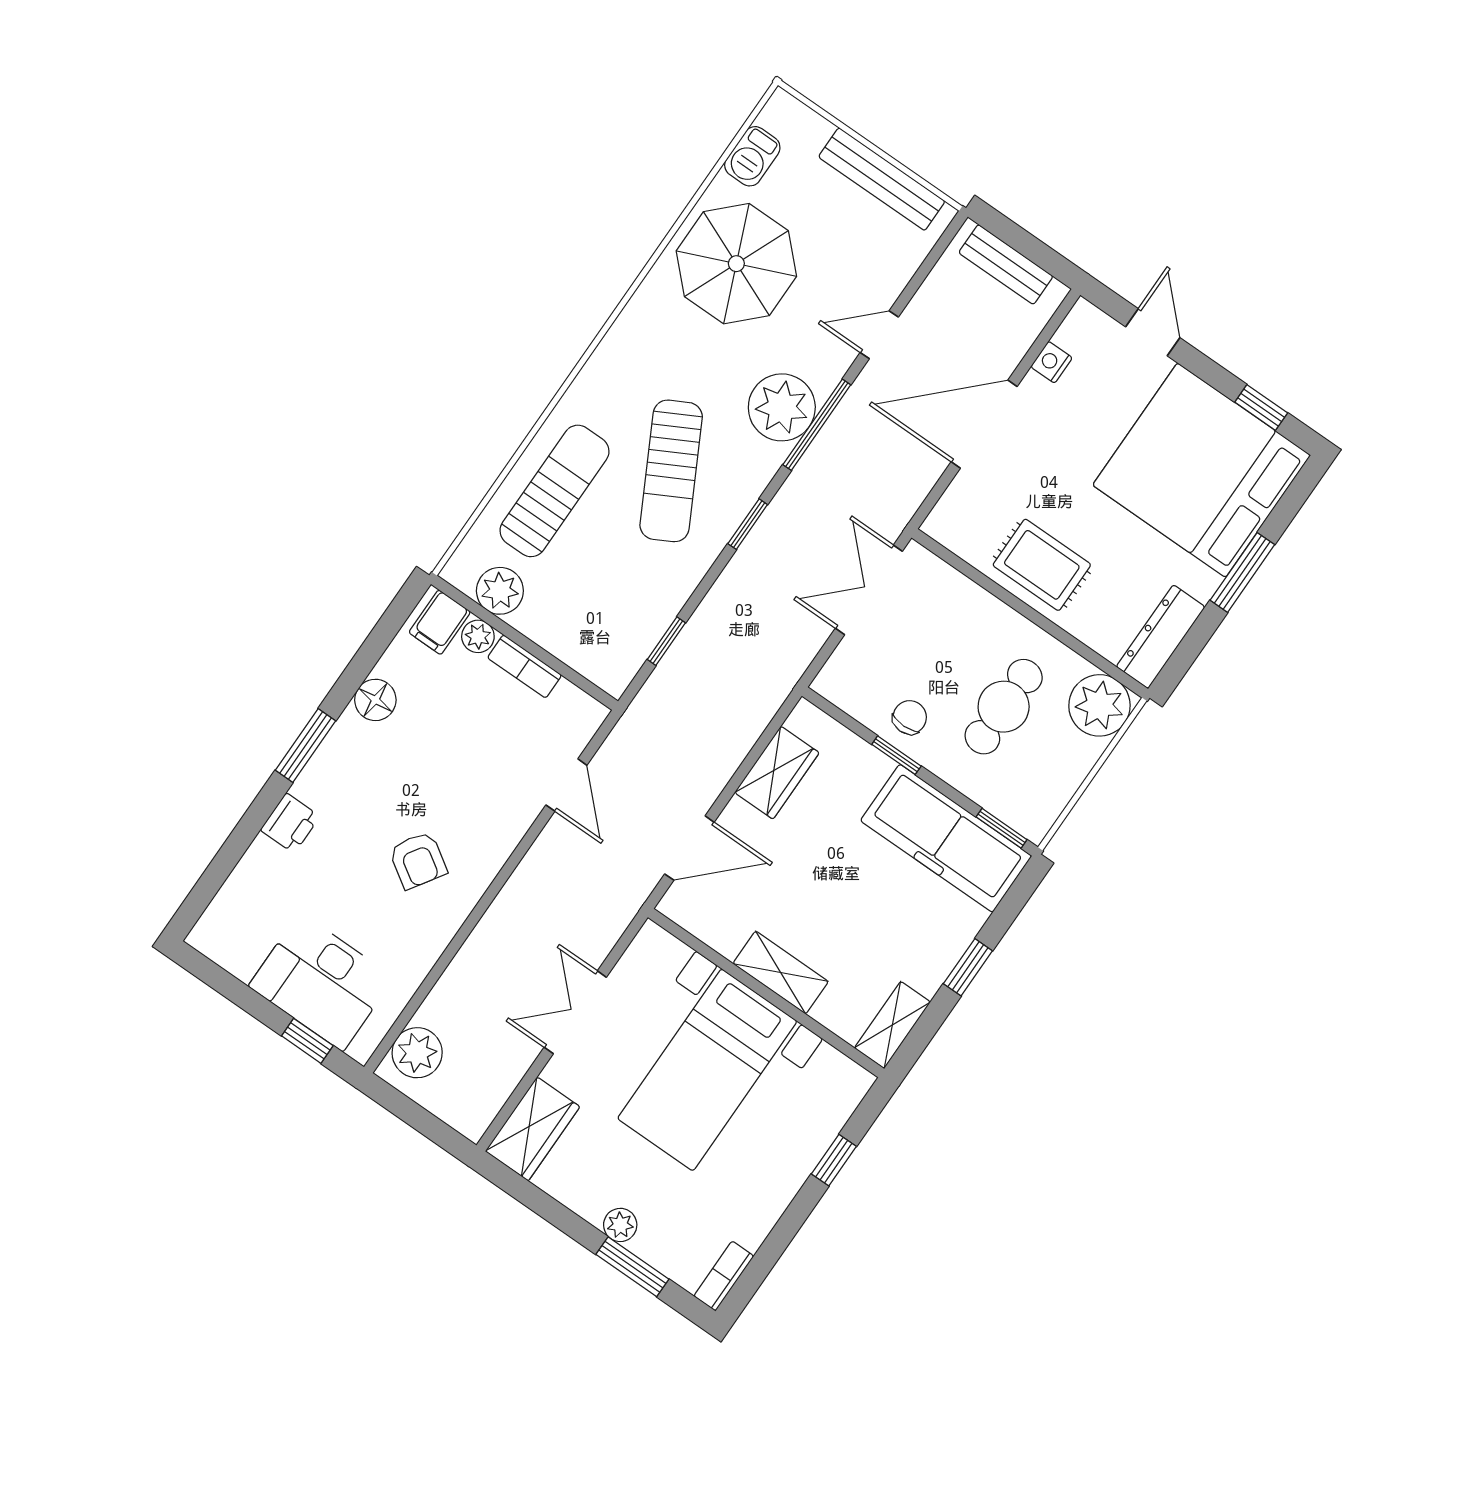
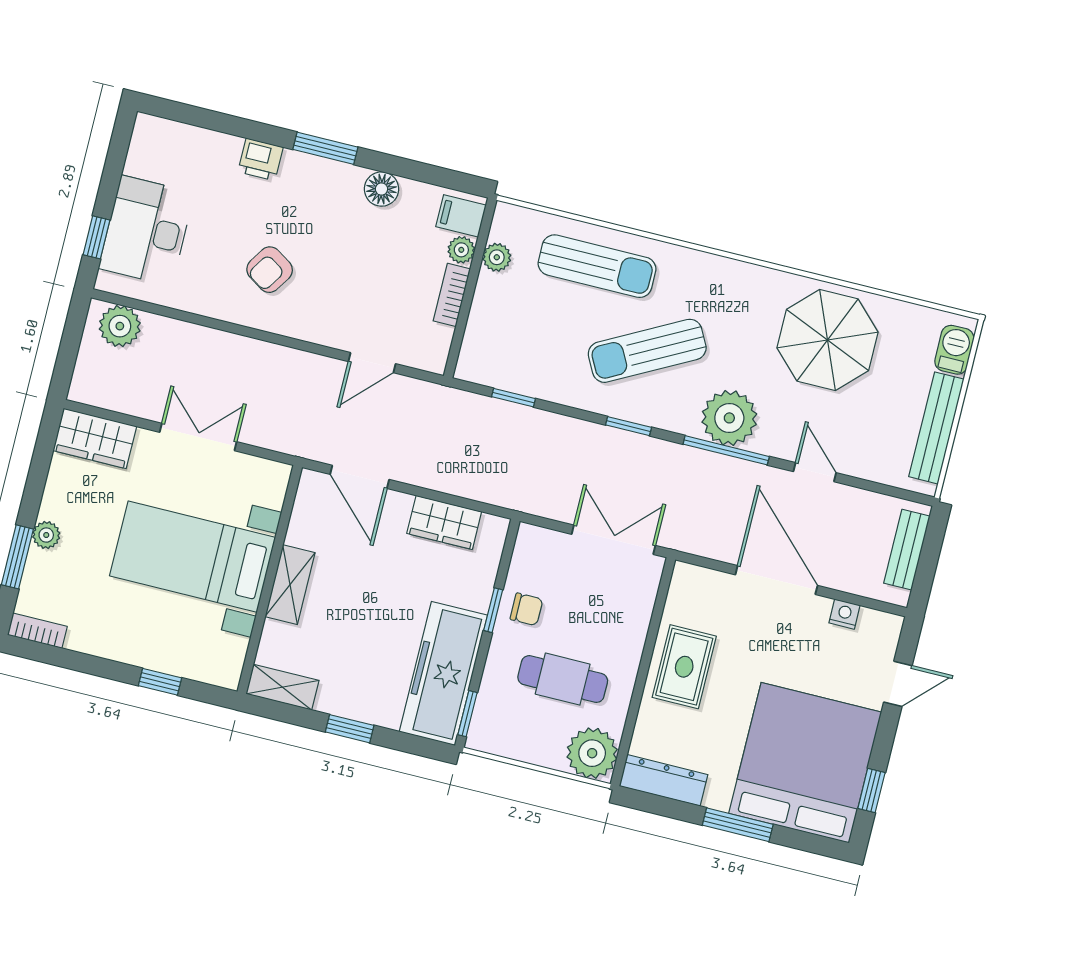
barbecue: (752, 156) -> (954, 350), moved, turned 90
plant: (500, 591) -> (497, 257), width x0.73, depth x0.73

